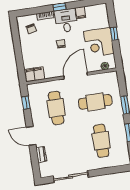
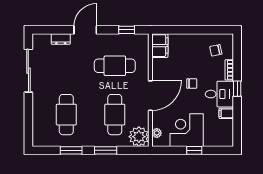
door: (76, 76) -> (150, 96), hinge flipped
plant: (110, 80) -> (139, 137), added
cafe table: (101, 141) -> (66, 115), turned 90

